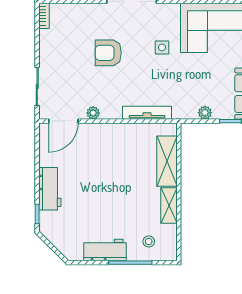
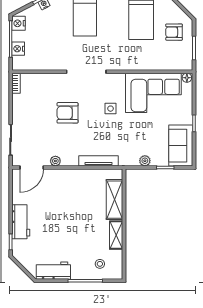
workbench: (105, 250) -> (53, 271), moved

